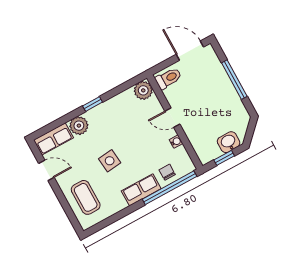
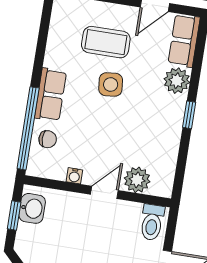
plant: (143, 90) -> (137, 180), moved
washbasin: (229, 142) -> (32, 208), moved
coffee table: (86, 197) -> (106, 42), moved

